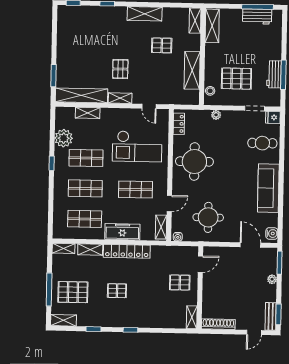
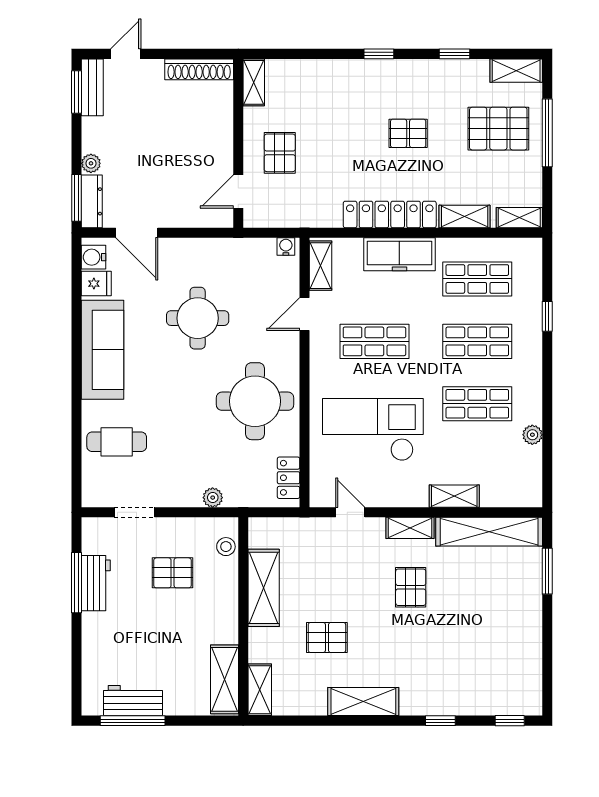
pallet: (236, 79) -> (173, 573), width x0.67, depth x0.71
shelving: (88, 113) -> (454, 496), moved
fridge: (273, 117) -> (96, 284), moved
plant: (64, 138) -> (532, 435), width x0.53, depth x0.53
window: (52, 163) -> (547, 316), moved
round table: (208, 217) -> (198, 318), moved
dresser: (272, 261) -> (92, 201), added
pallet: (180, 282) -> (280, 153), turned 90

